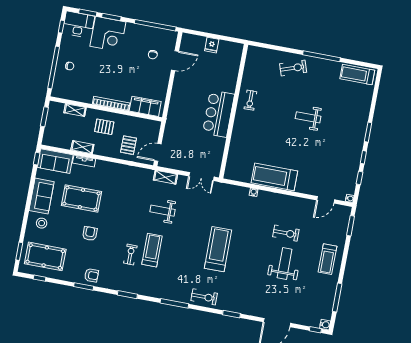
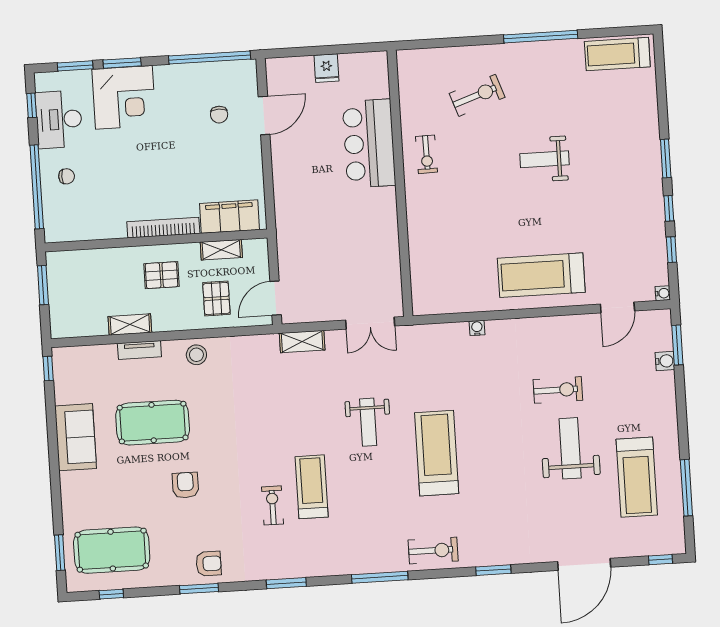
desk: (79, 25) -> (59, 119), moved, turned -90
exercise bike: (293, 68) -> (477, 95), moved
shelving: (75, 110) -> (221, 250), moved
bar counter: (218, 114) -> (369, 144), moved
sofa: (55, 161) -> (85, 364), removed
treadmill: (274, 177) -> (541, 275), moved
weight bench: (163, 211) -> (368, 422), moved, turned -90
stool: (42, 223) -> (196, 355), moved
treadmill: (327, 259) -> (637, 477), moved, width x1.37, depth x1.38
water cooler: (325, 325) -> (665, 361), moved

